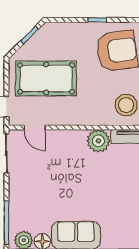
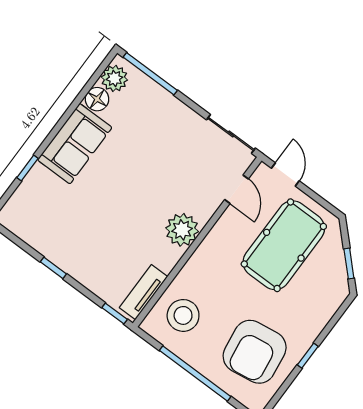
door: (35, 128) -> (237, 189), swing flipped
plant: (98, 141) -> (182, 230), moved

